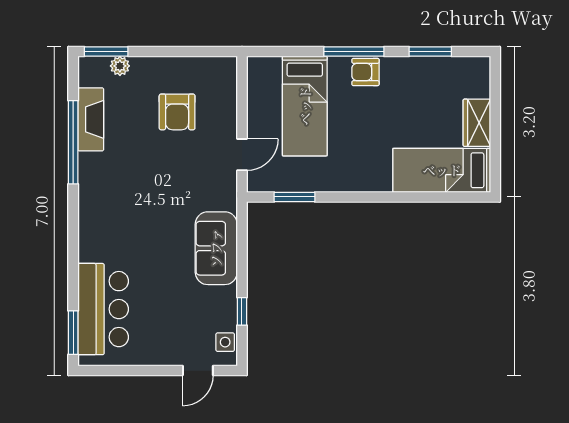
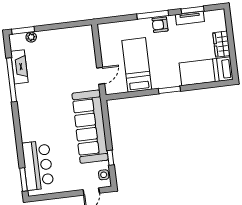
tv unit: (423, 66) -> (190, 18), added
bed: (305, 106) -> (137, 65), moved, turned 180
armchair: (177, 112) -> (64, 57), removed
window: (295, 197) -> (169, 90), moved
sofa: (216, 248) -> (90, 127), width x1.85, depth x1.27

